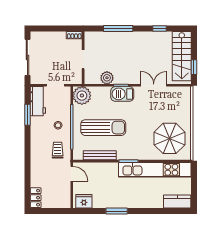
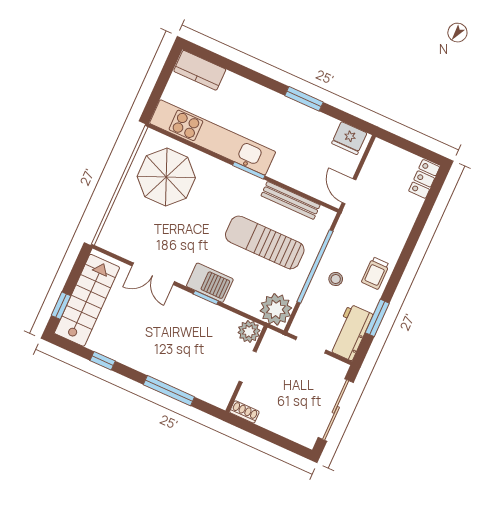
window: (194, 67) -> (61, 306), moved
plant: (107, 78) -> (249, 331), moved
trolley: (58, 150) -> (375, 273), moved

